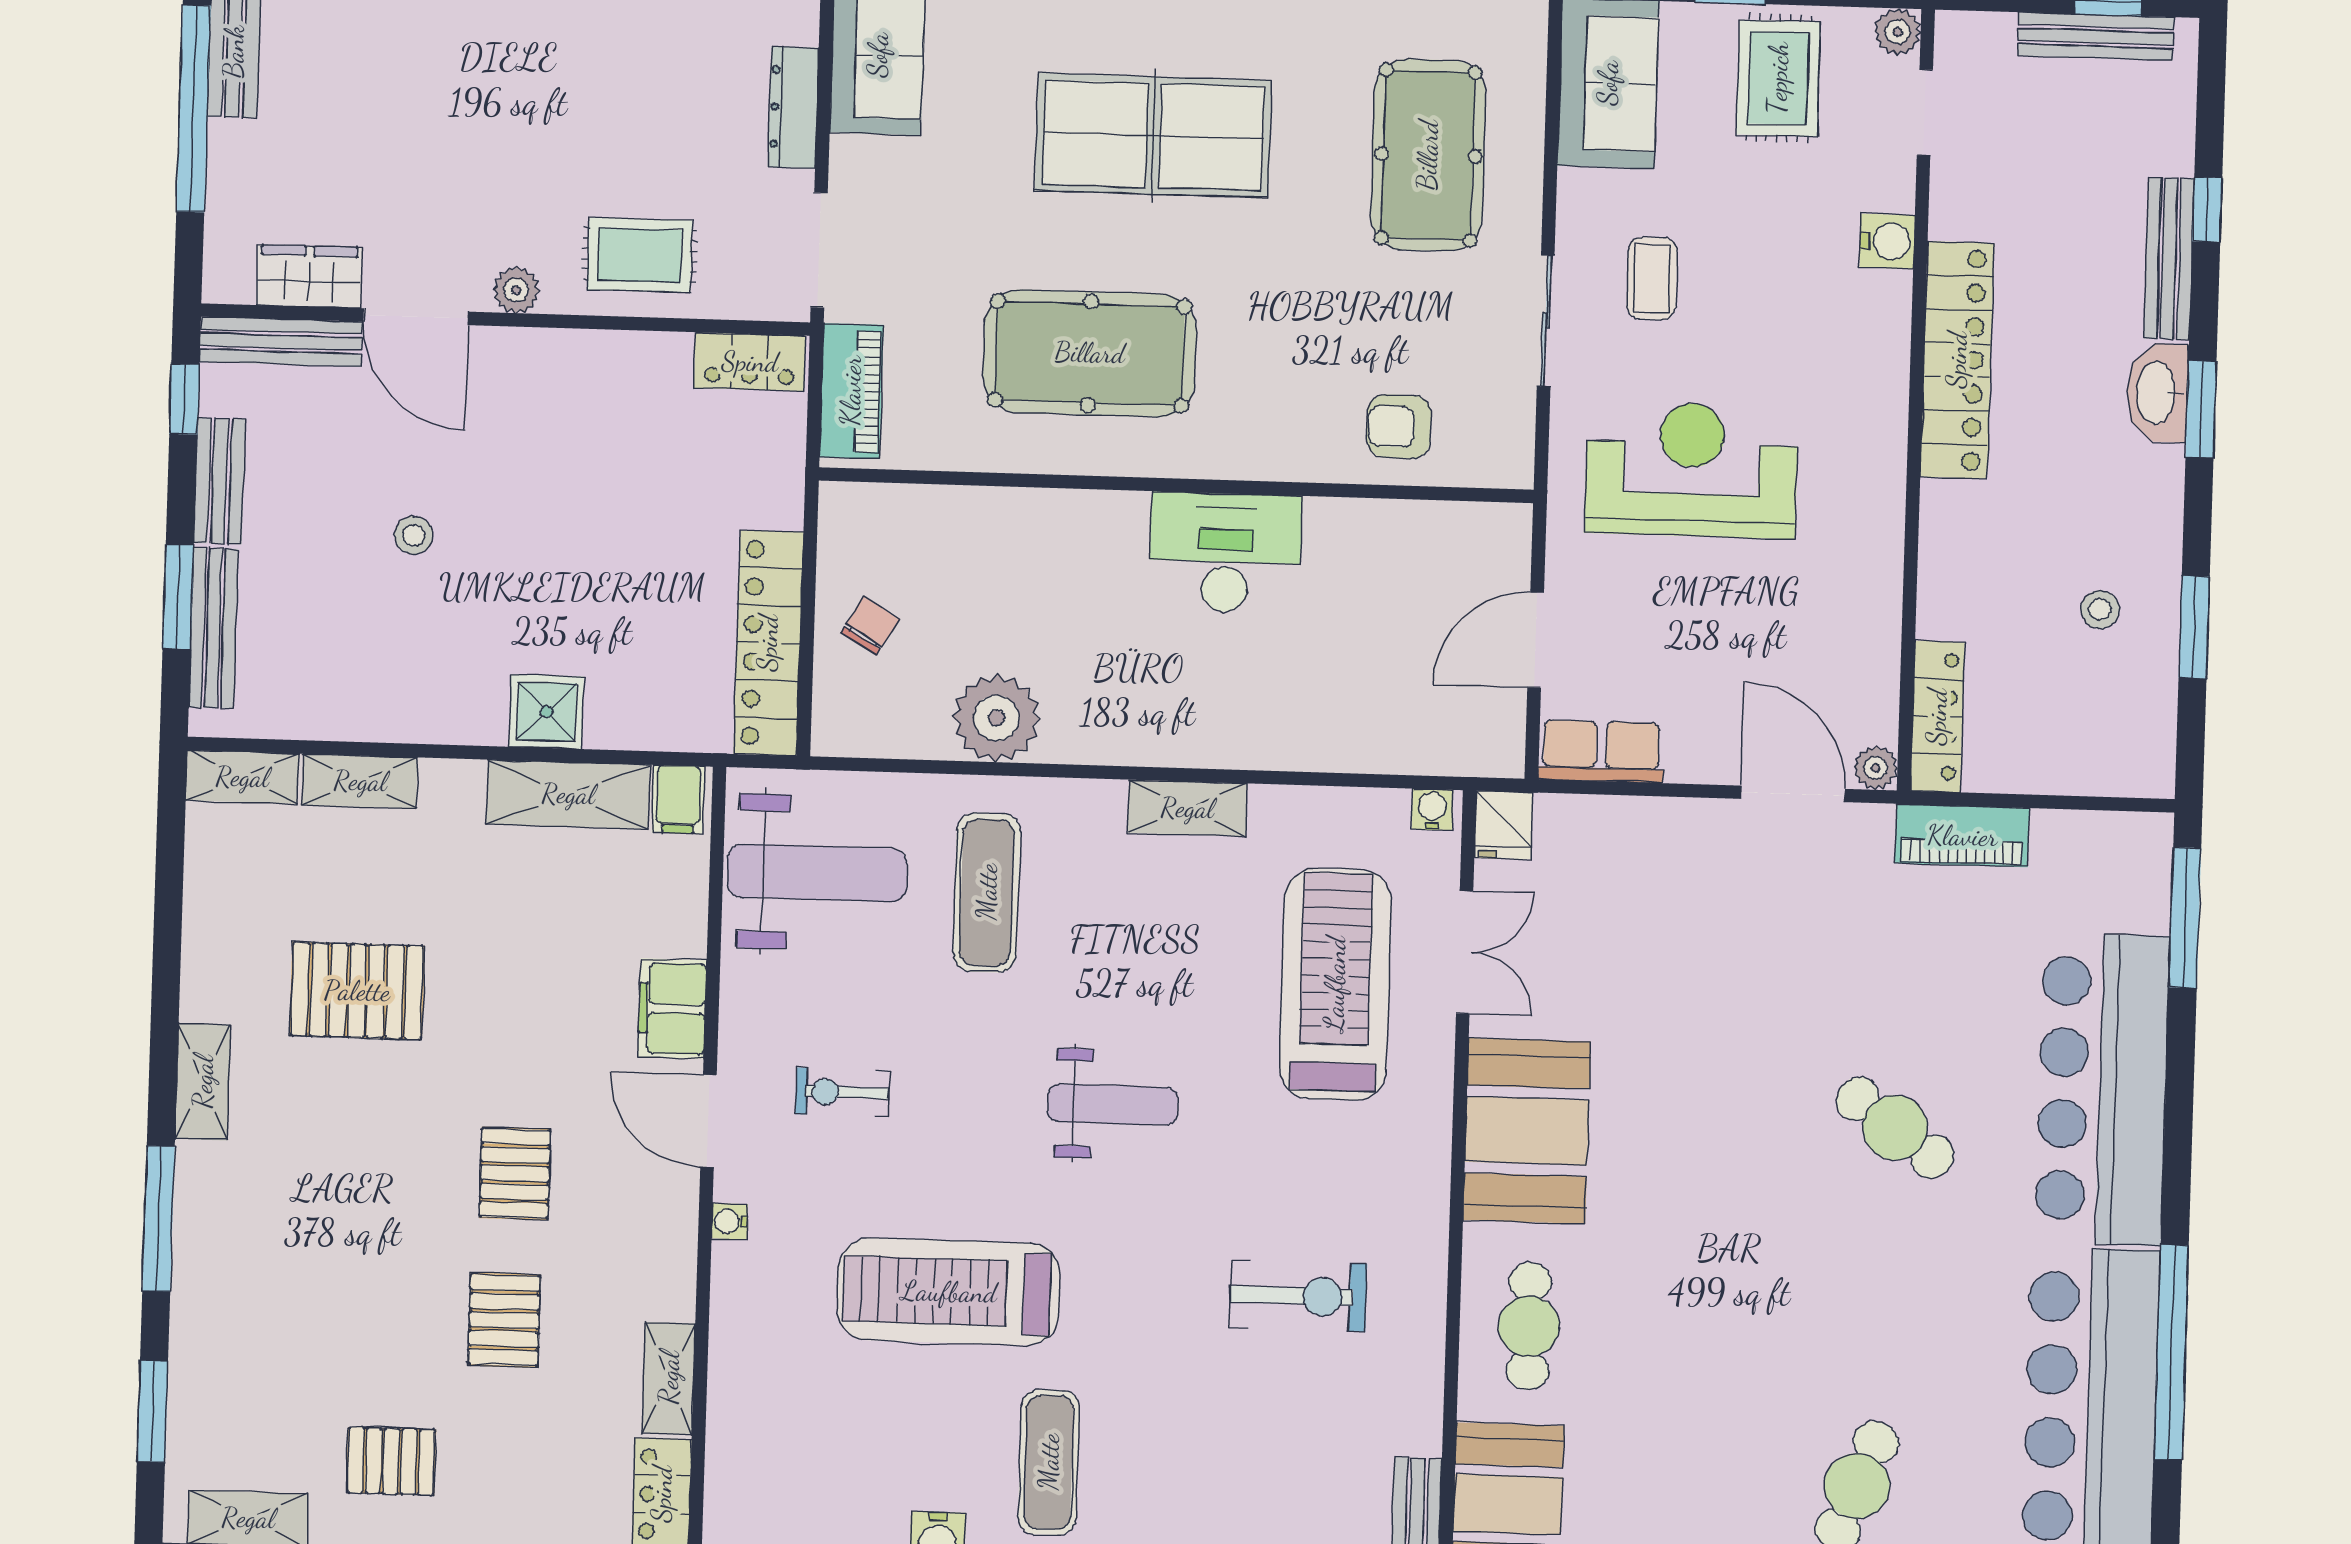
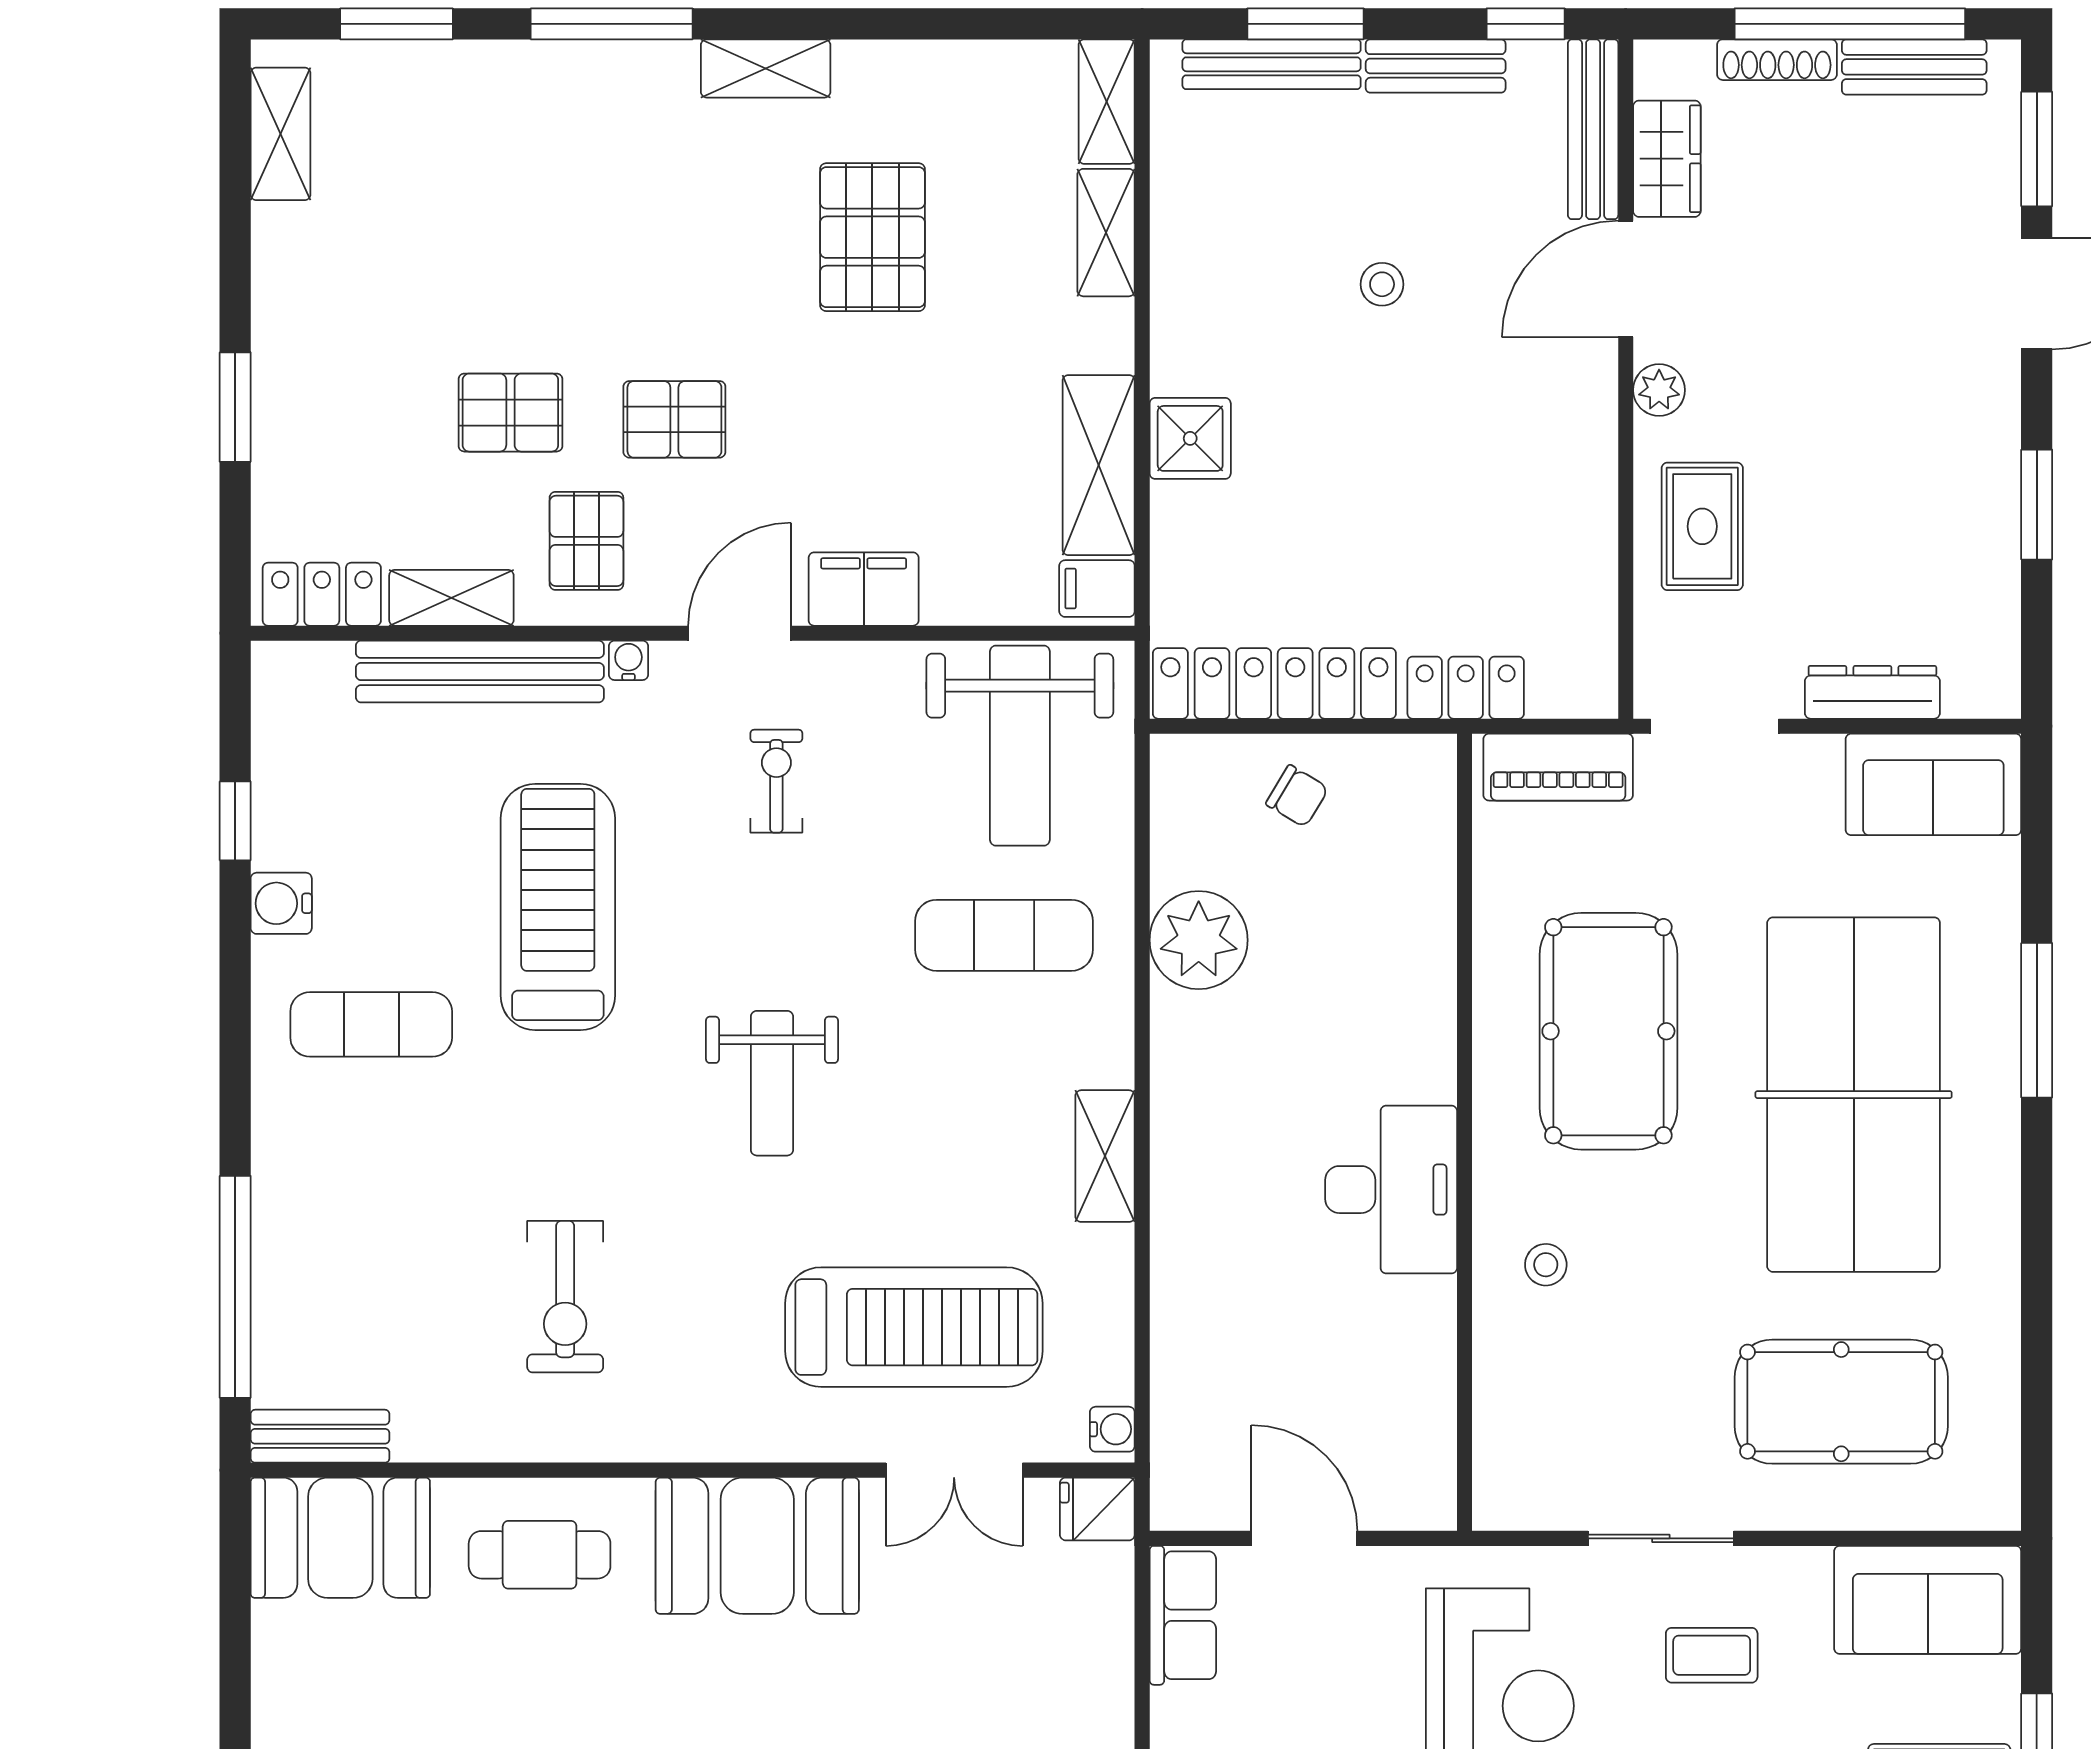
table tennis table: (1153, 135) -> (1854, 1095), width x1.36, depth x1.32
shoe rack: (223, 175) -> (1777, 60), added
locker: (750, 362) -> (1466, 688), moved, turned 90
stool: (1297, 416) -> (1546, 1265), added
armchair: (1399, 426) -> (1538, 1379), removed
bench: (735, 1355) -> (480, 671), added
pallet: (391, 1461) -> (586, 541), moved

